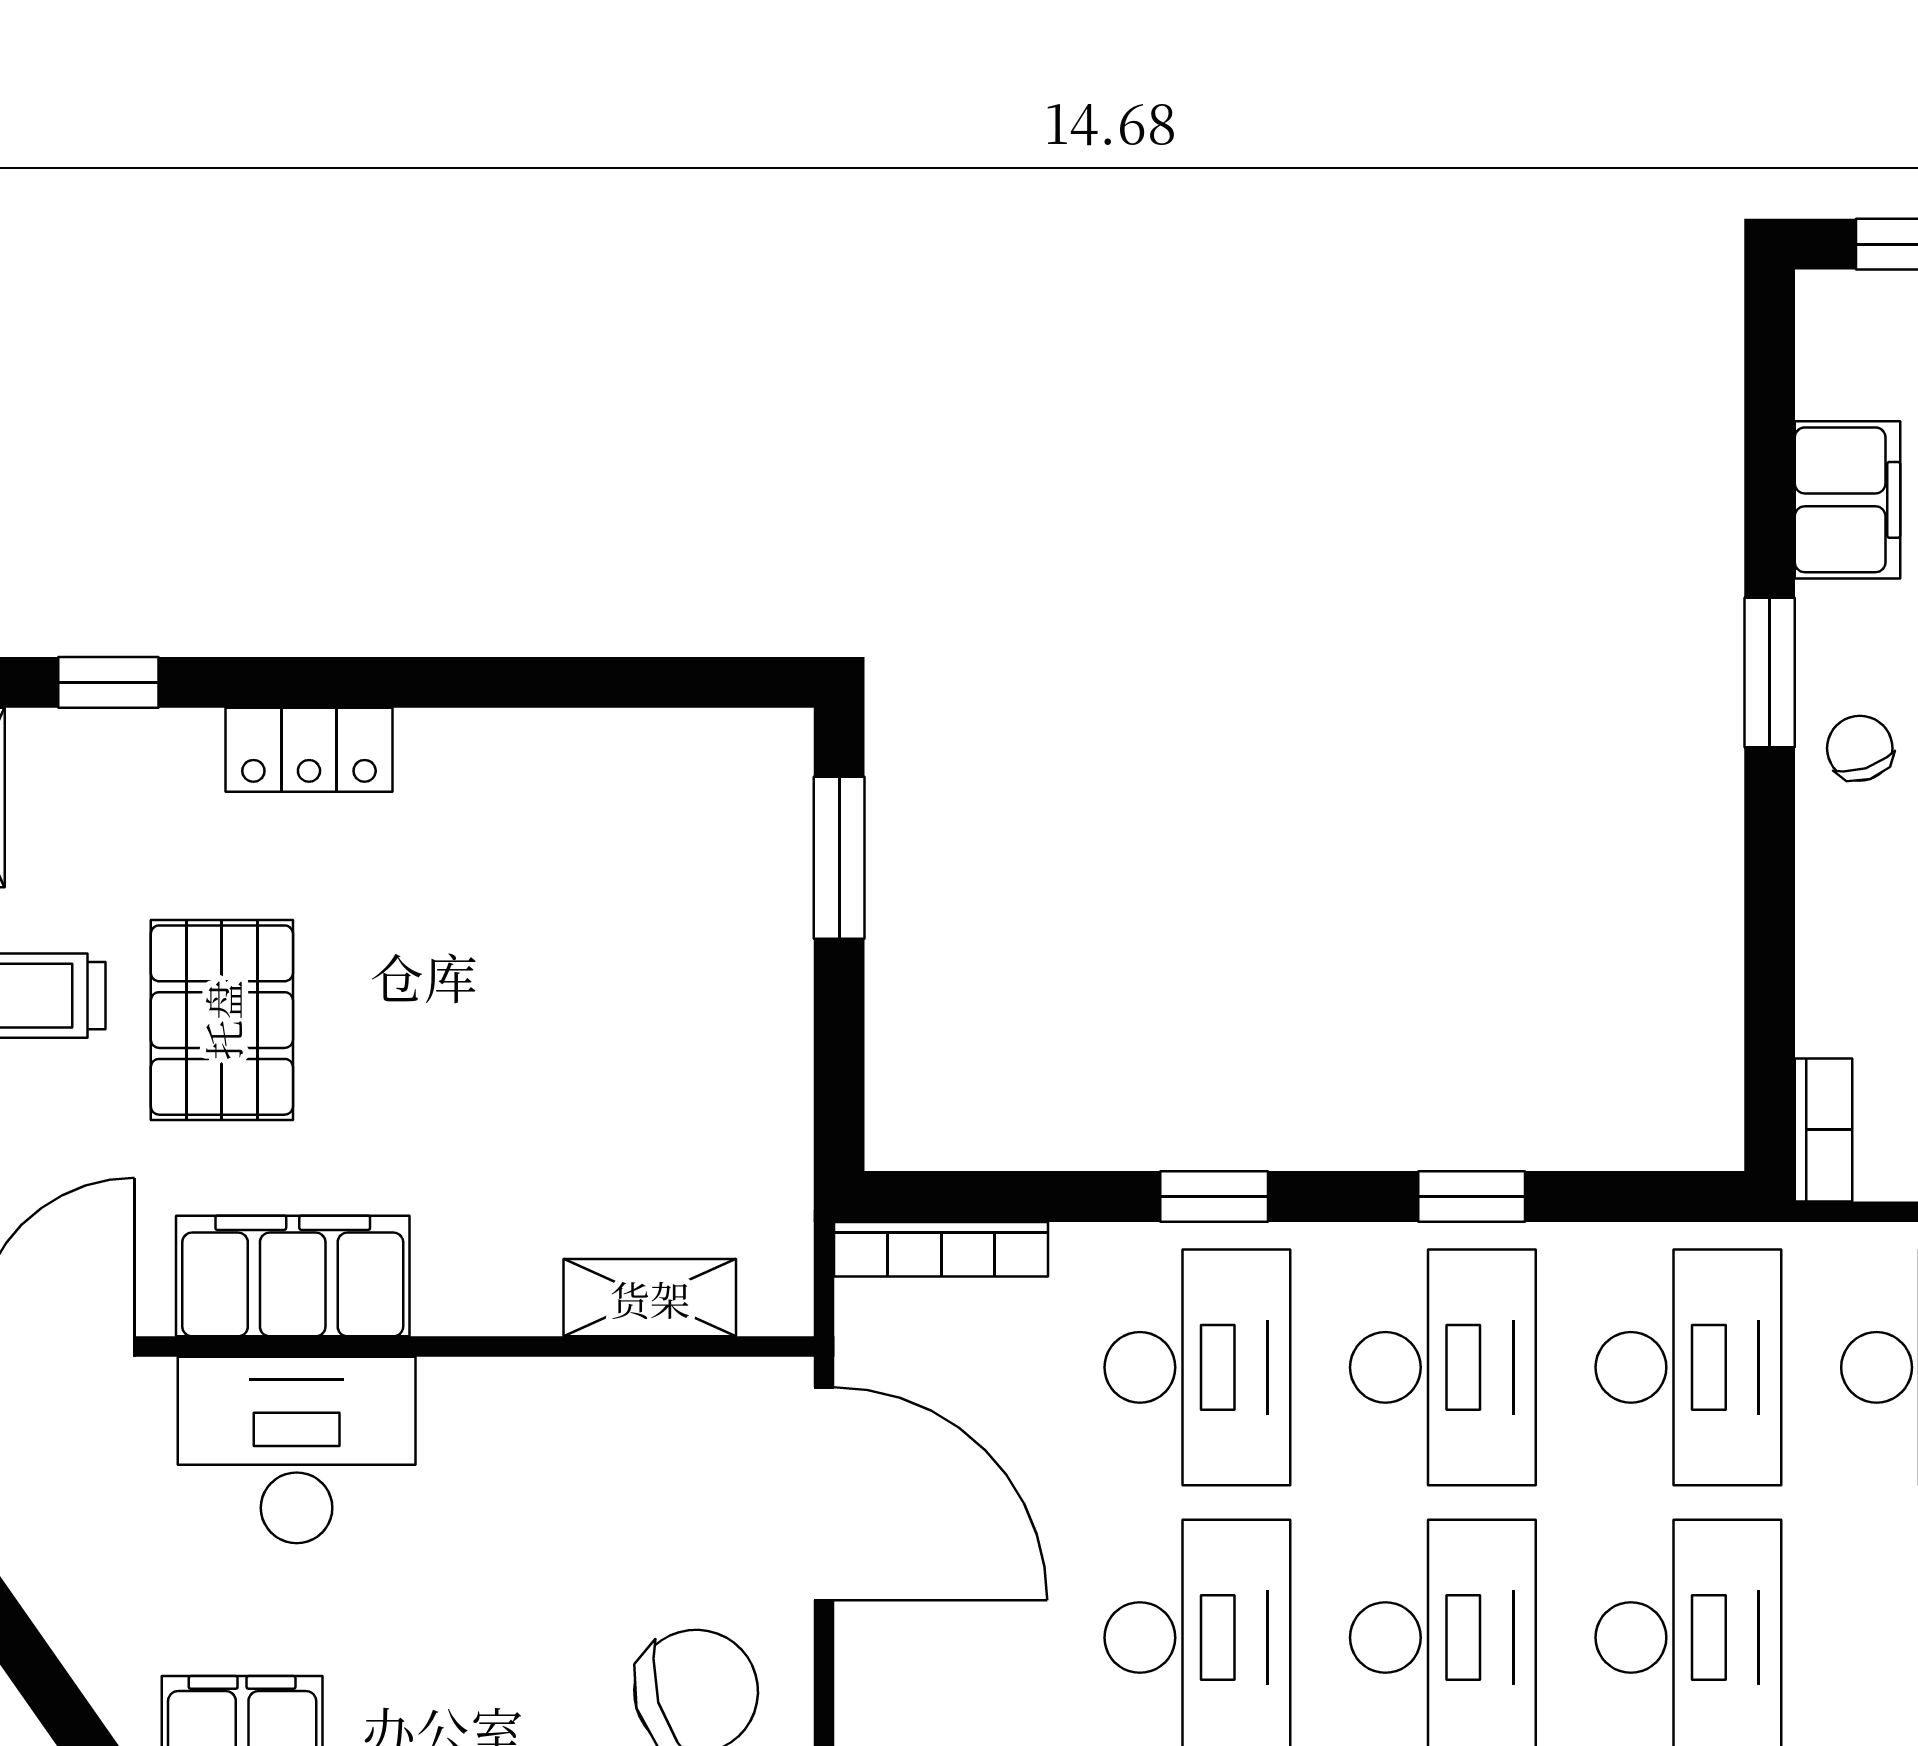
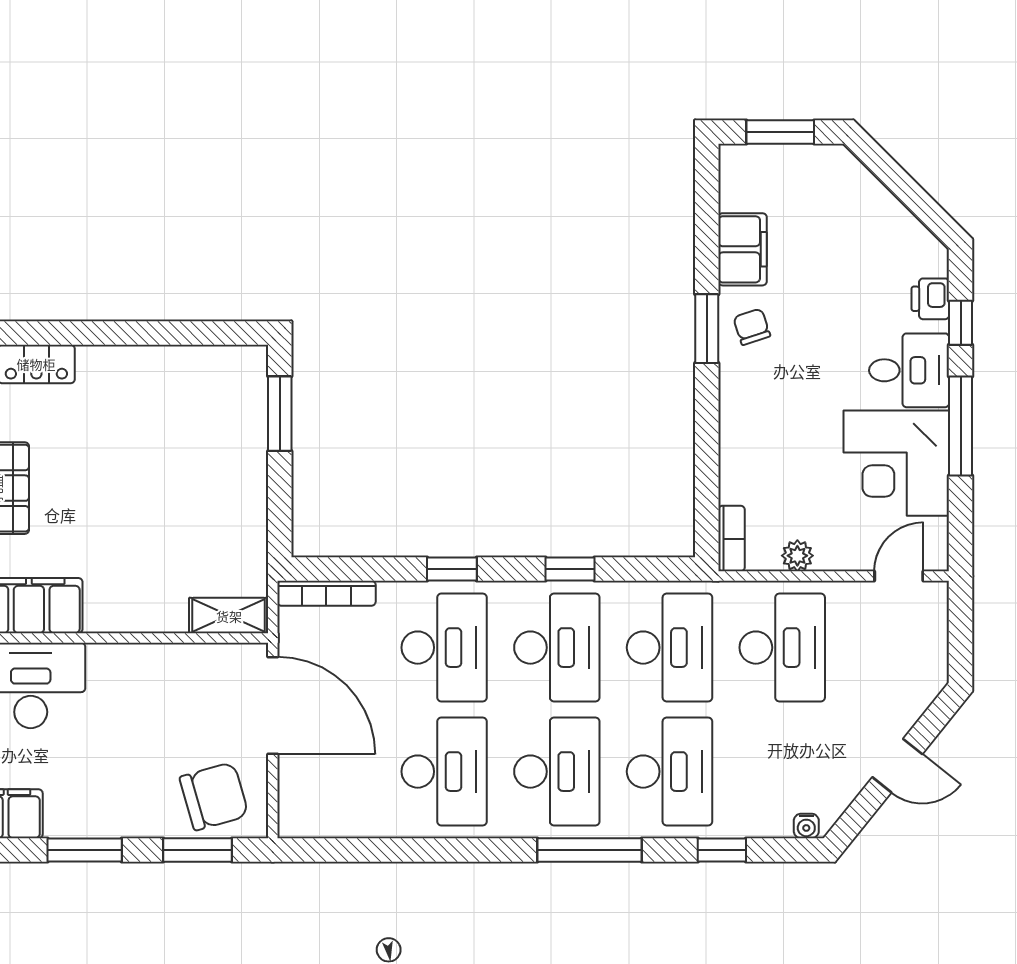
chair: (1860, 748) -> (752, 327), moved
shelving: (650, 1298) -> (229, 616), moved

